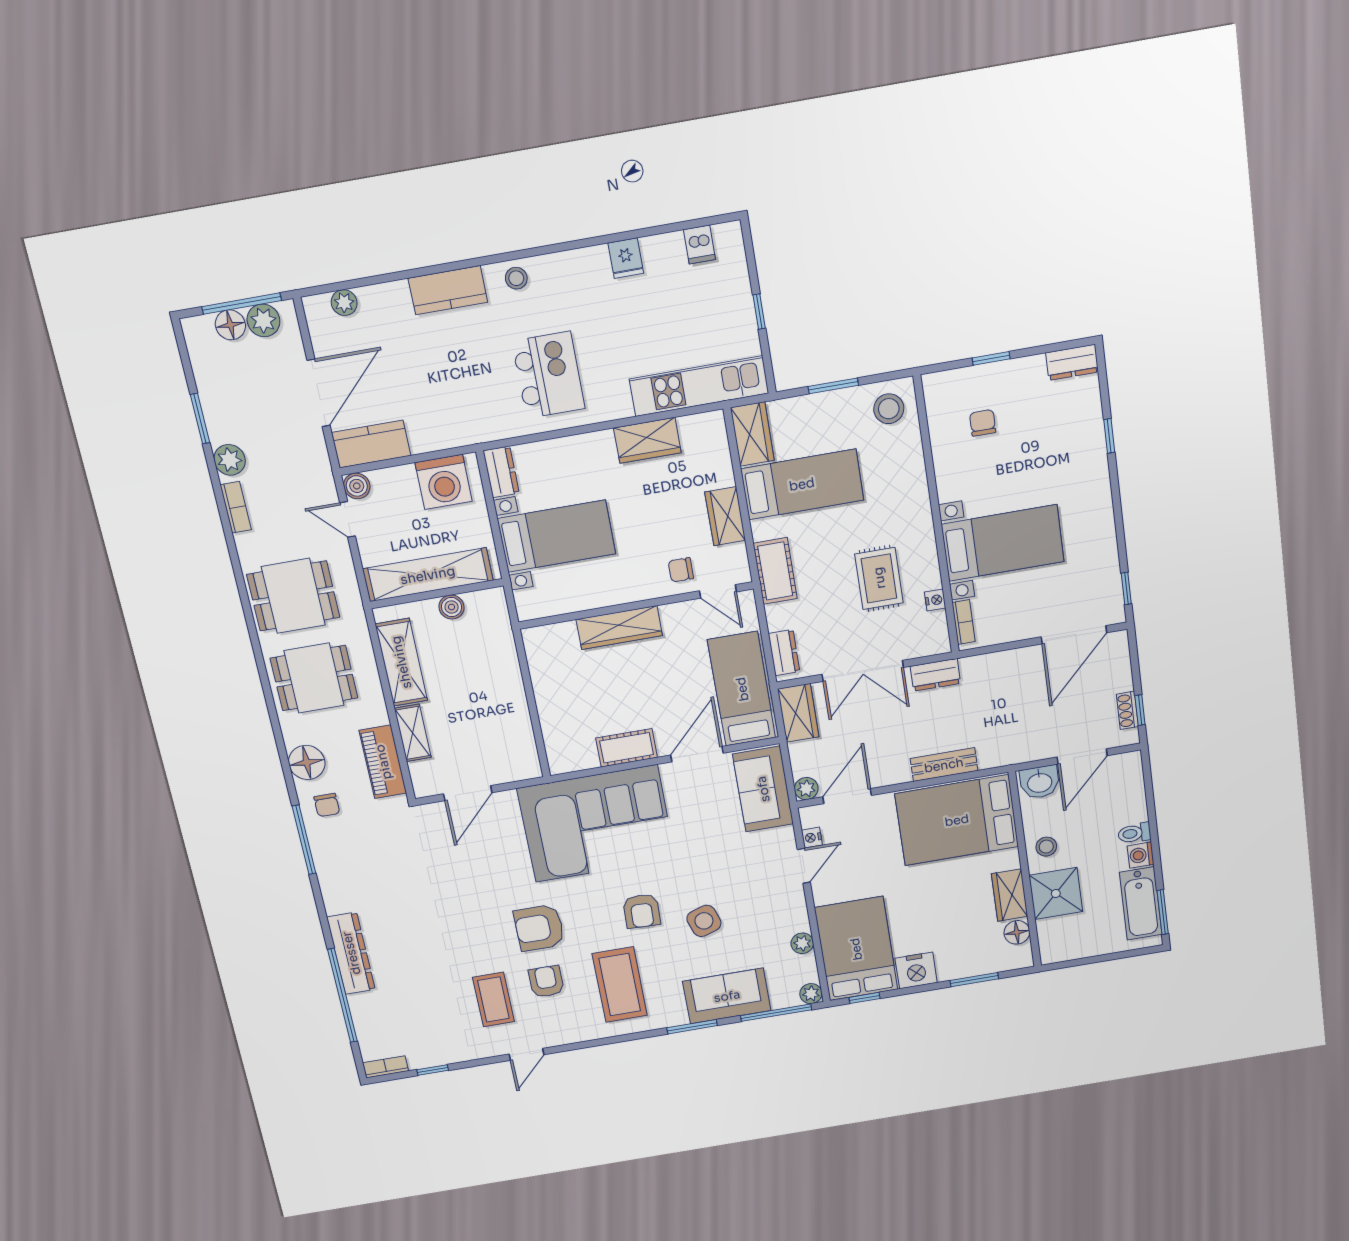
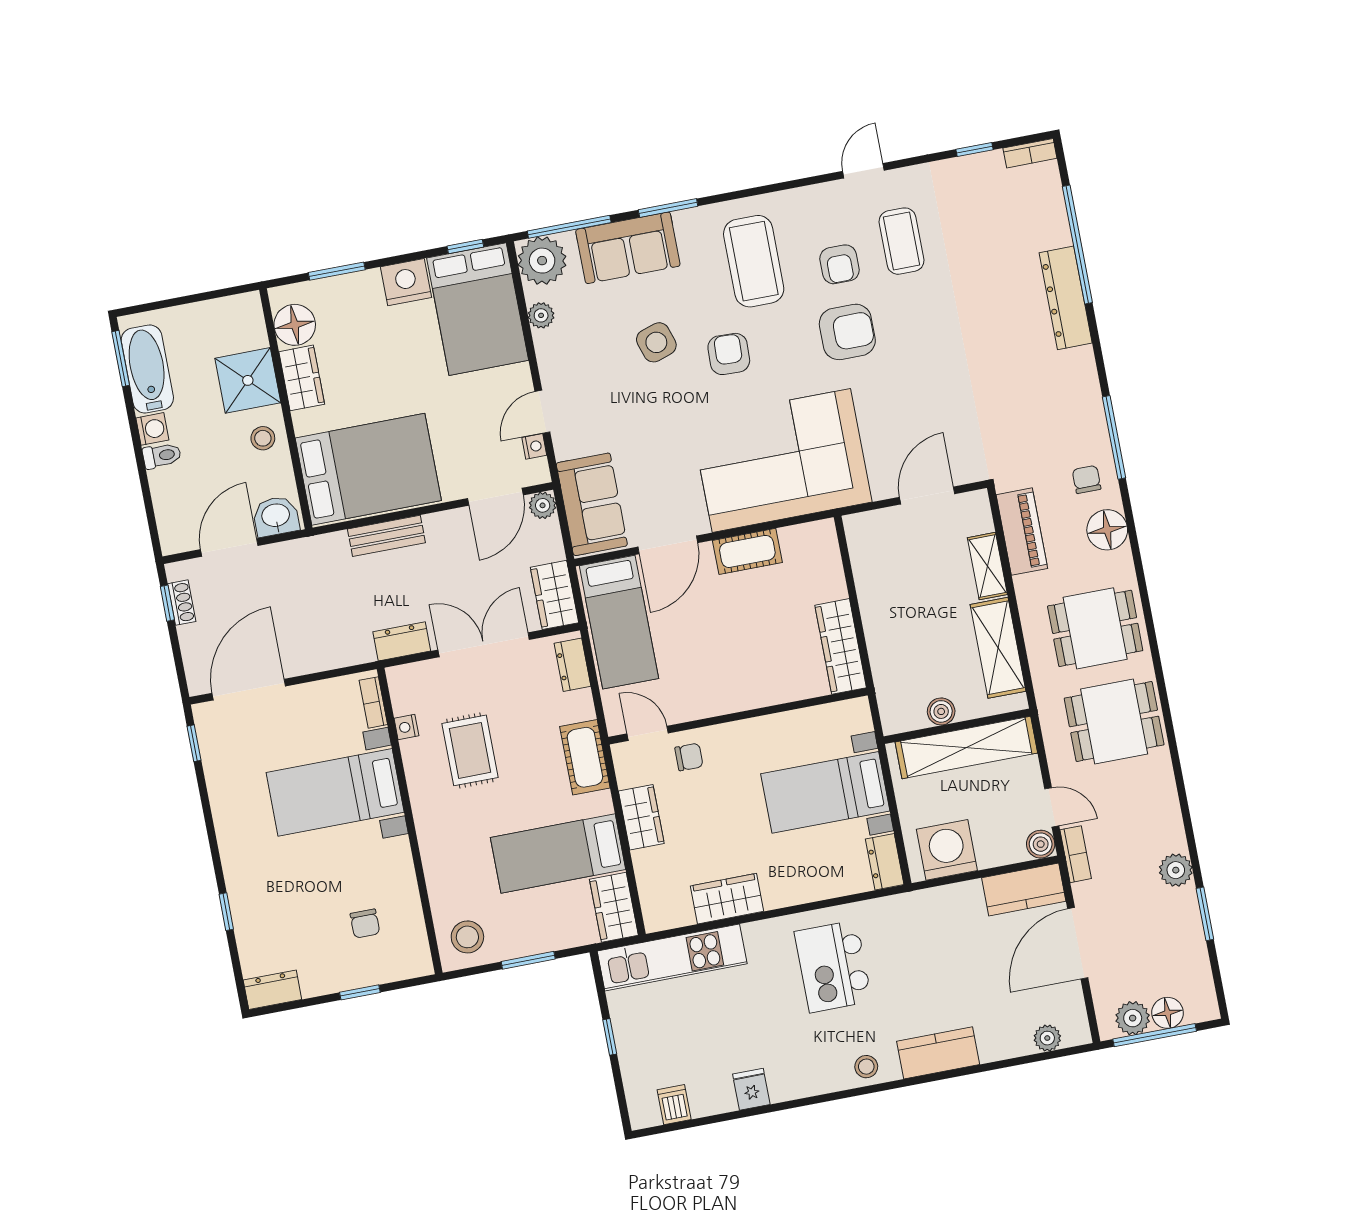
bookcase: (236, 507) -> (1076, 854), moved, turned 180
wardrobe: (619, 627) -> (841, 646), moved, turned -90
floor lamp: (1017, 932) -> (295, 325), width x1.38, depth x1.38
plant: (811, 994) -> (542, 261), width x1.87, depth x1.87

